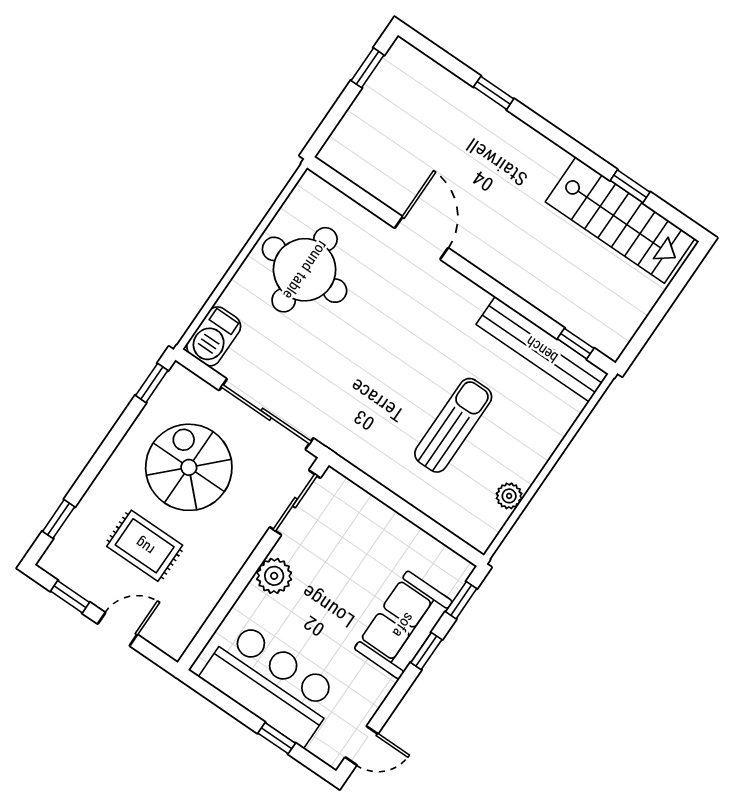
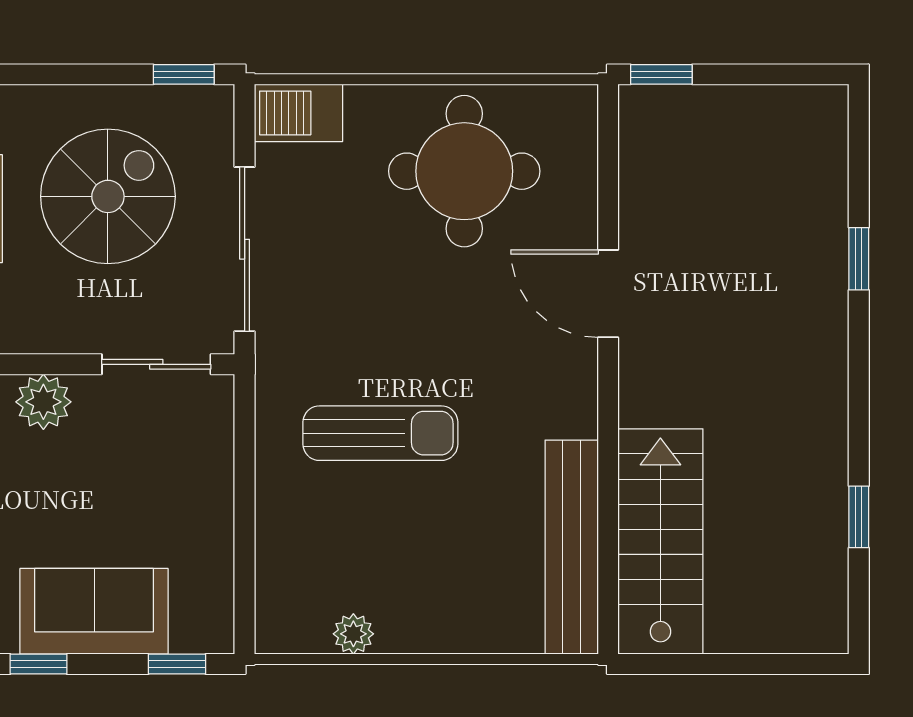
window: (368, 68) -> (661, 74), moved
stairs: (620, 220) -> (660, 541), moved, turned 180
door: (421, 238) -> (608, 294), swing flipped
window: (576, 344) -> (608, 585), removed
sun lounger: (453, 425) -> (380, 433), moved
window: (426, 651) -> (39, 664), moved

